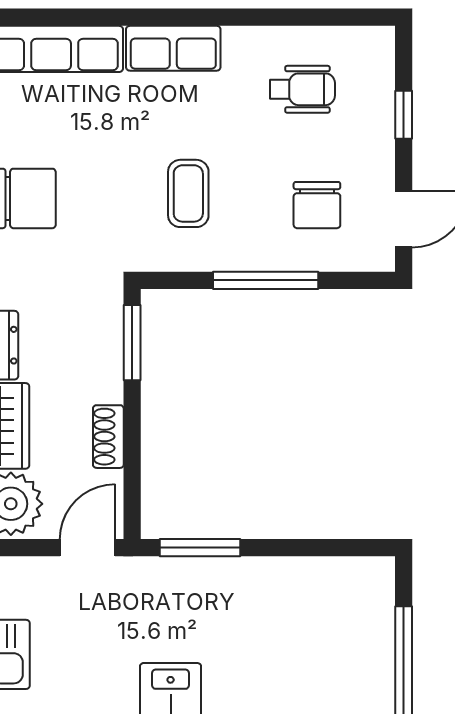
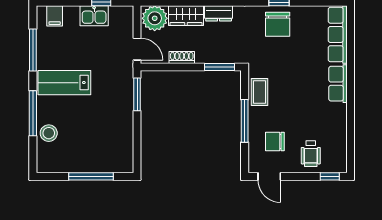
wheelchair: (302, 89) -> (311, 154), moved
window: (404, 115) -> (330, 176), moved
coffee table: (188, 193) -> (260, 92), moved, turned 90

